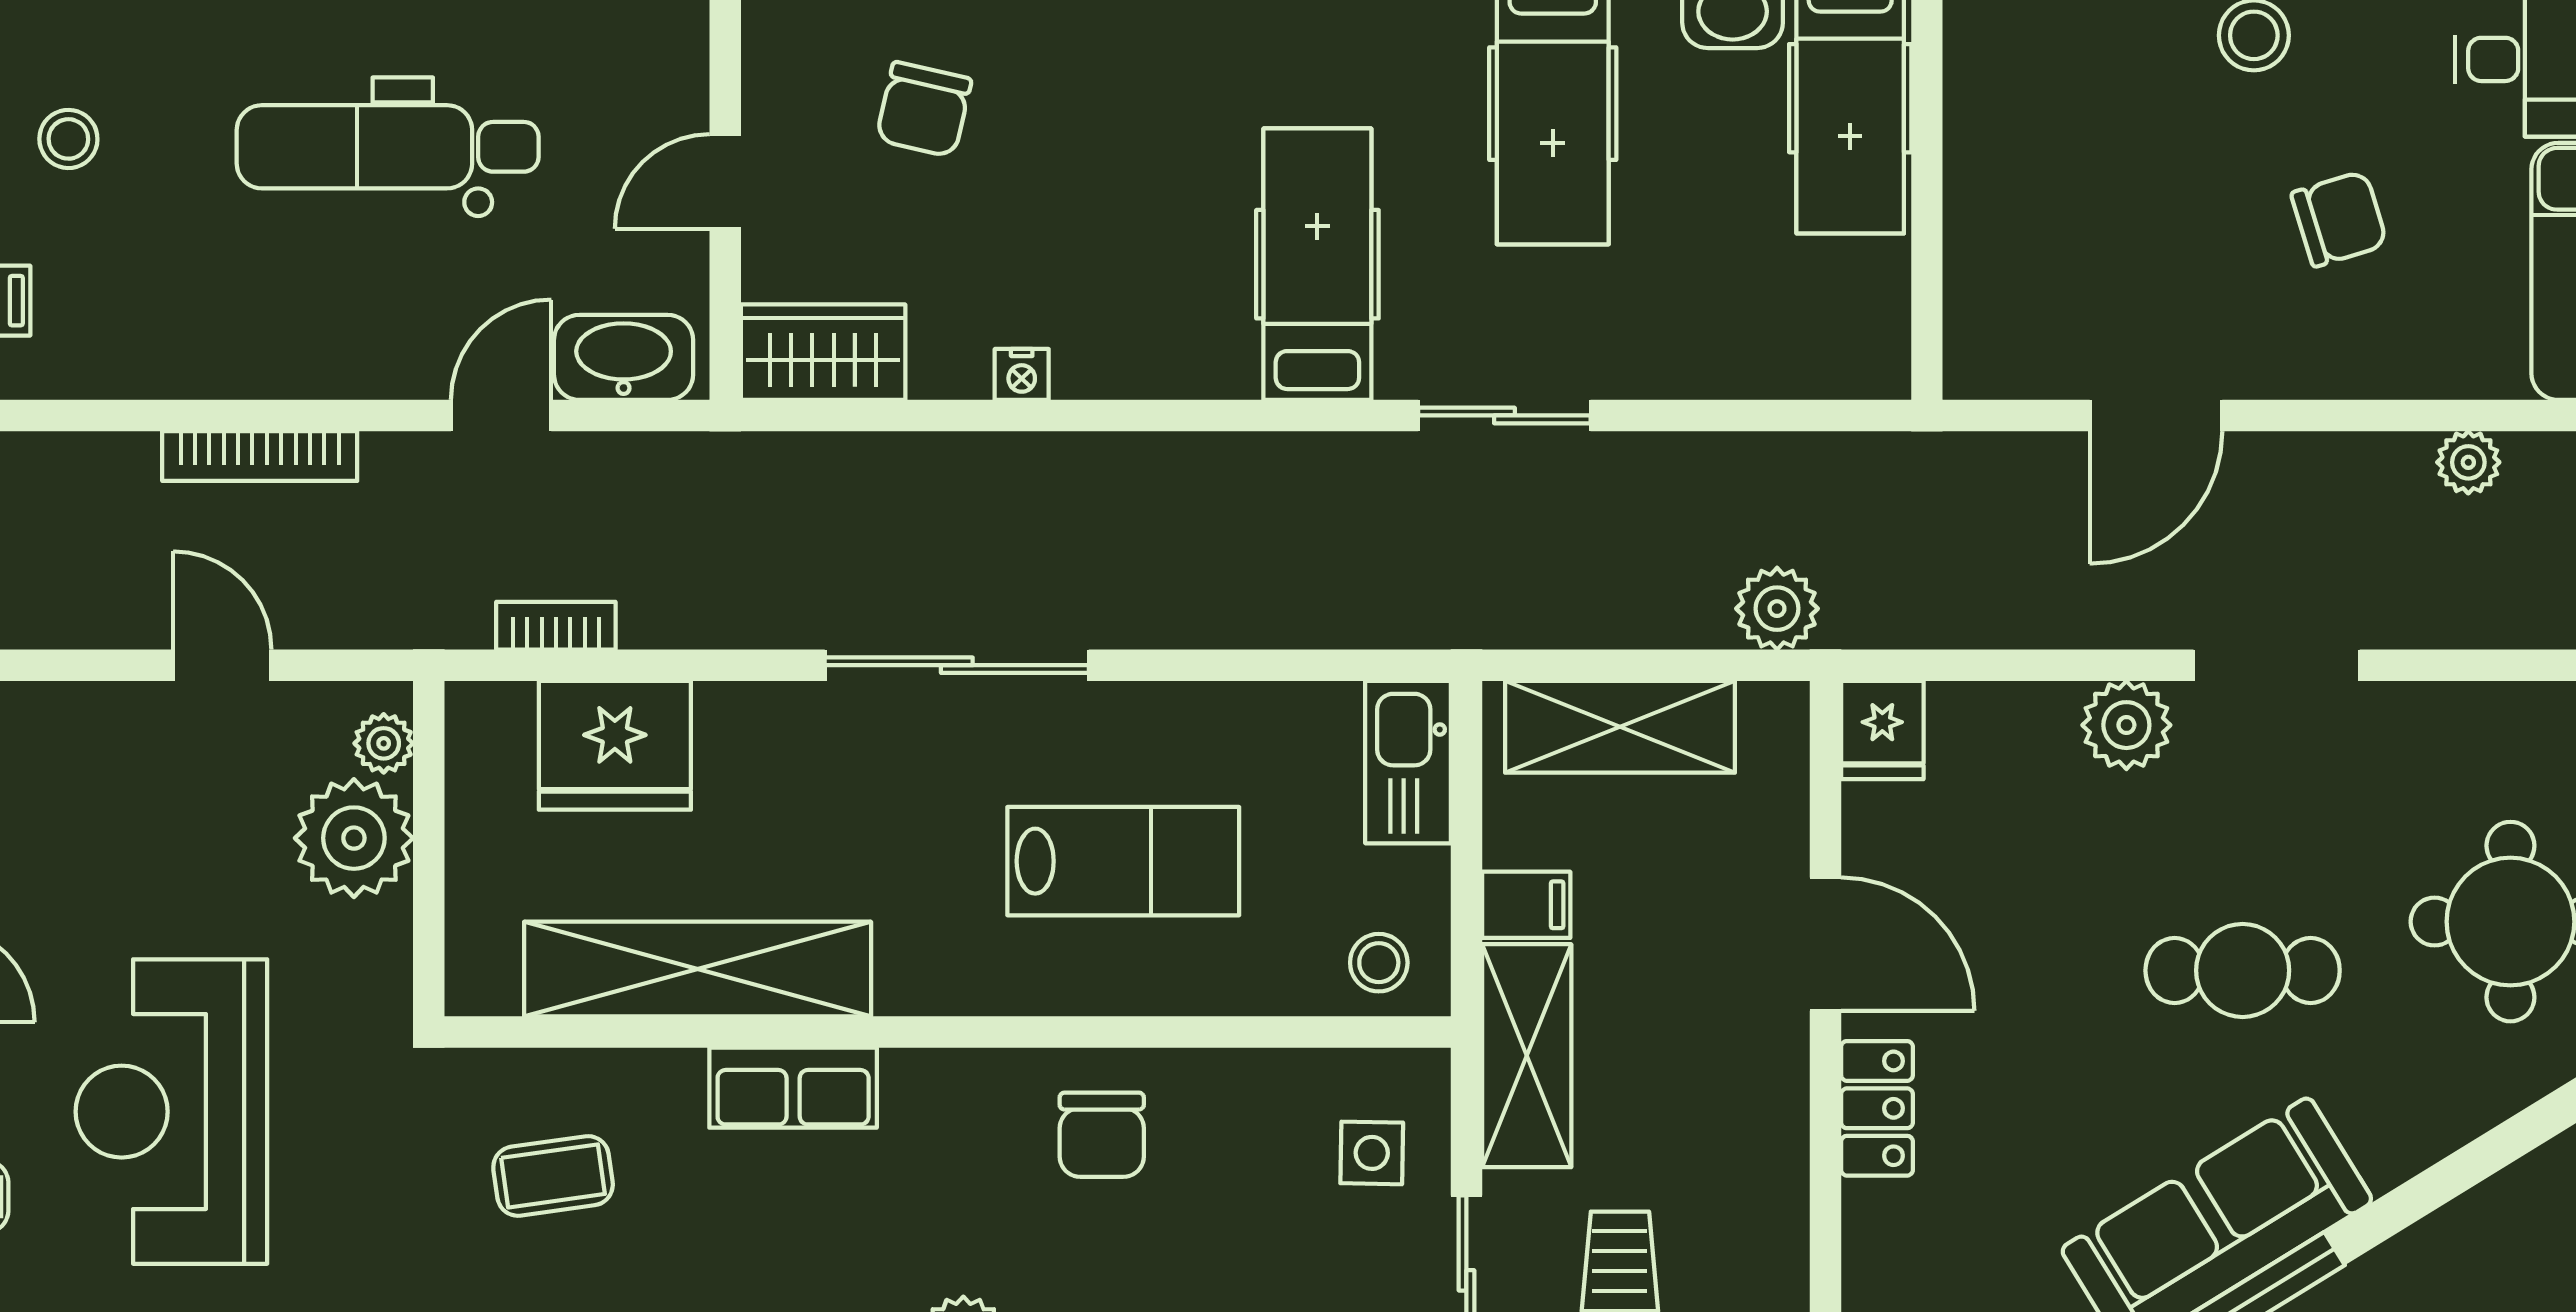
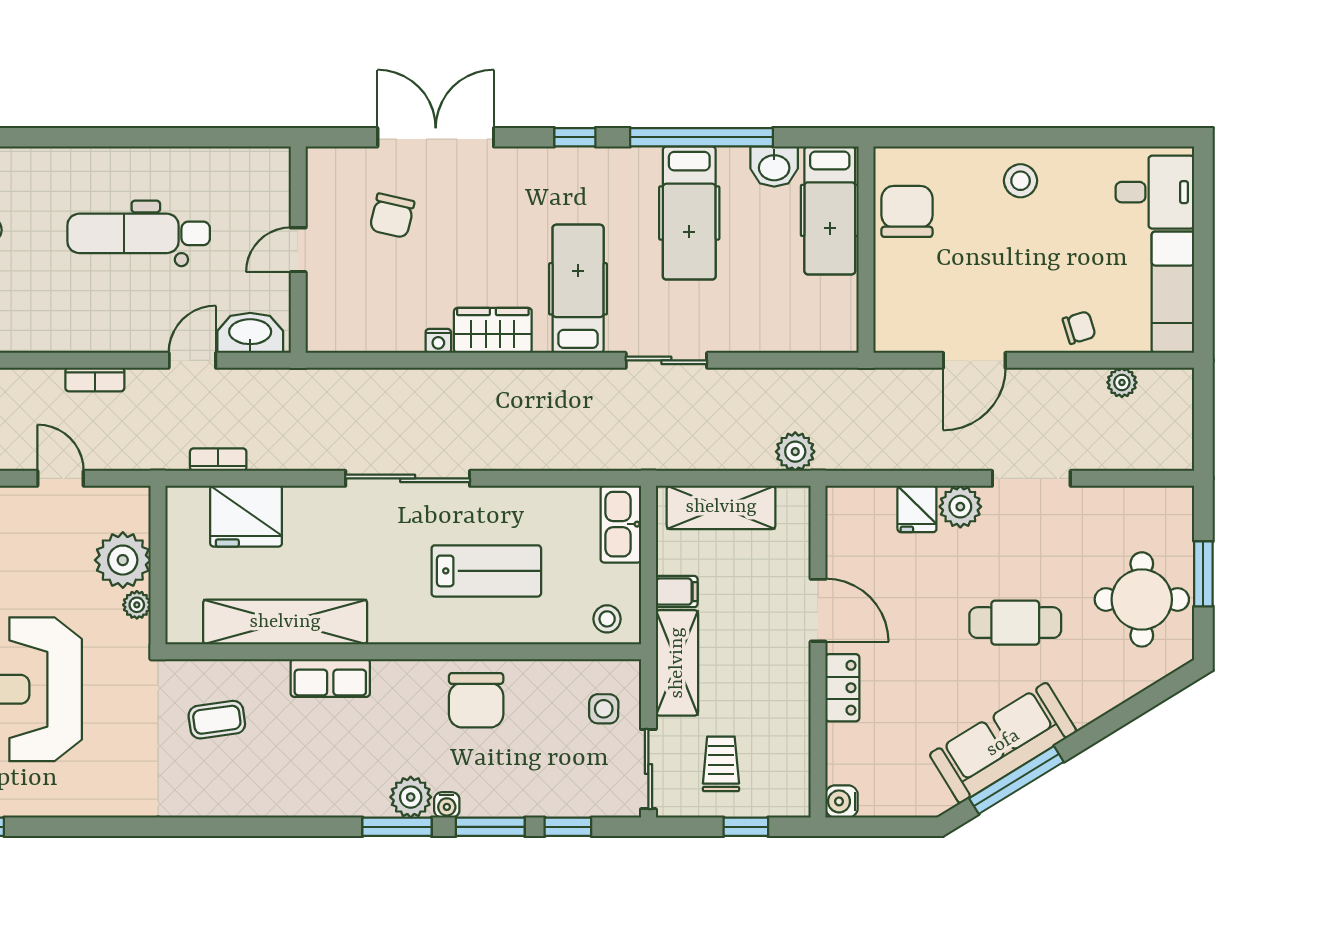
chair: (2014, 100) -> (907, 211), added
chair: (2339, 219) -> (1079, 328), moved, width x0.73, depth x0.73
wardrobe: (823, 352) -> (493, 330), moved
bookcase: (260, 456) -> (95, 380), width x0.64
fridge: (1882, 730) -> (917, 509), moved
plant: (384, 743) -> (137, 605), moved
chair: (1102, 1135) -> (476, 700), width x1.37, depth x1.37

